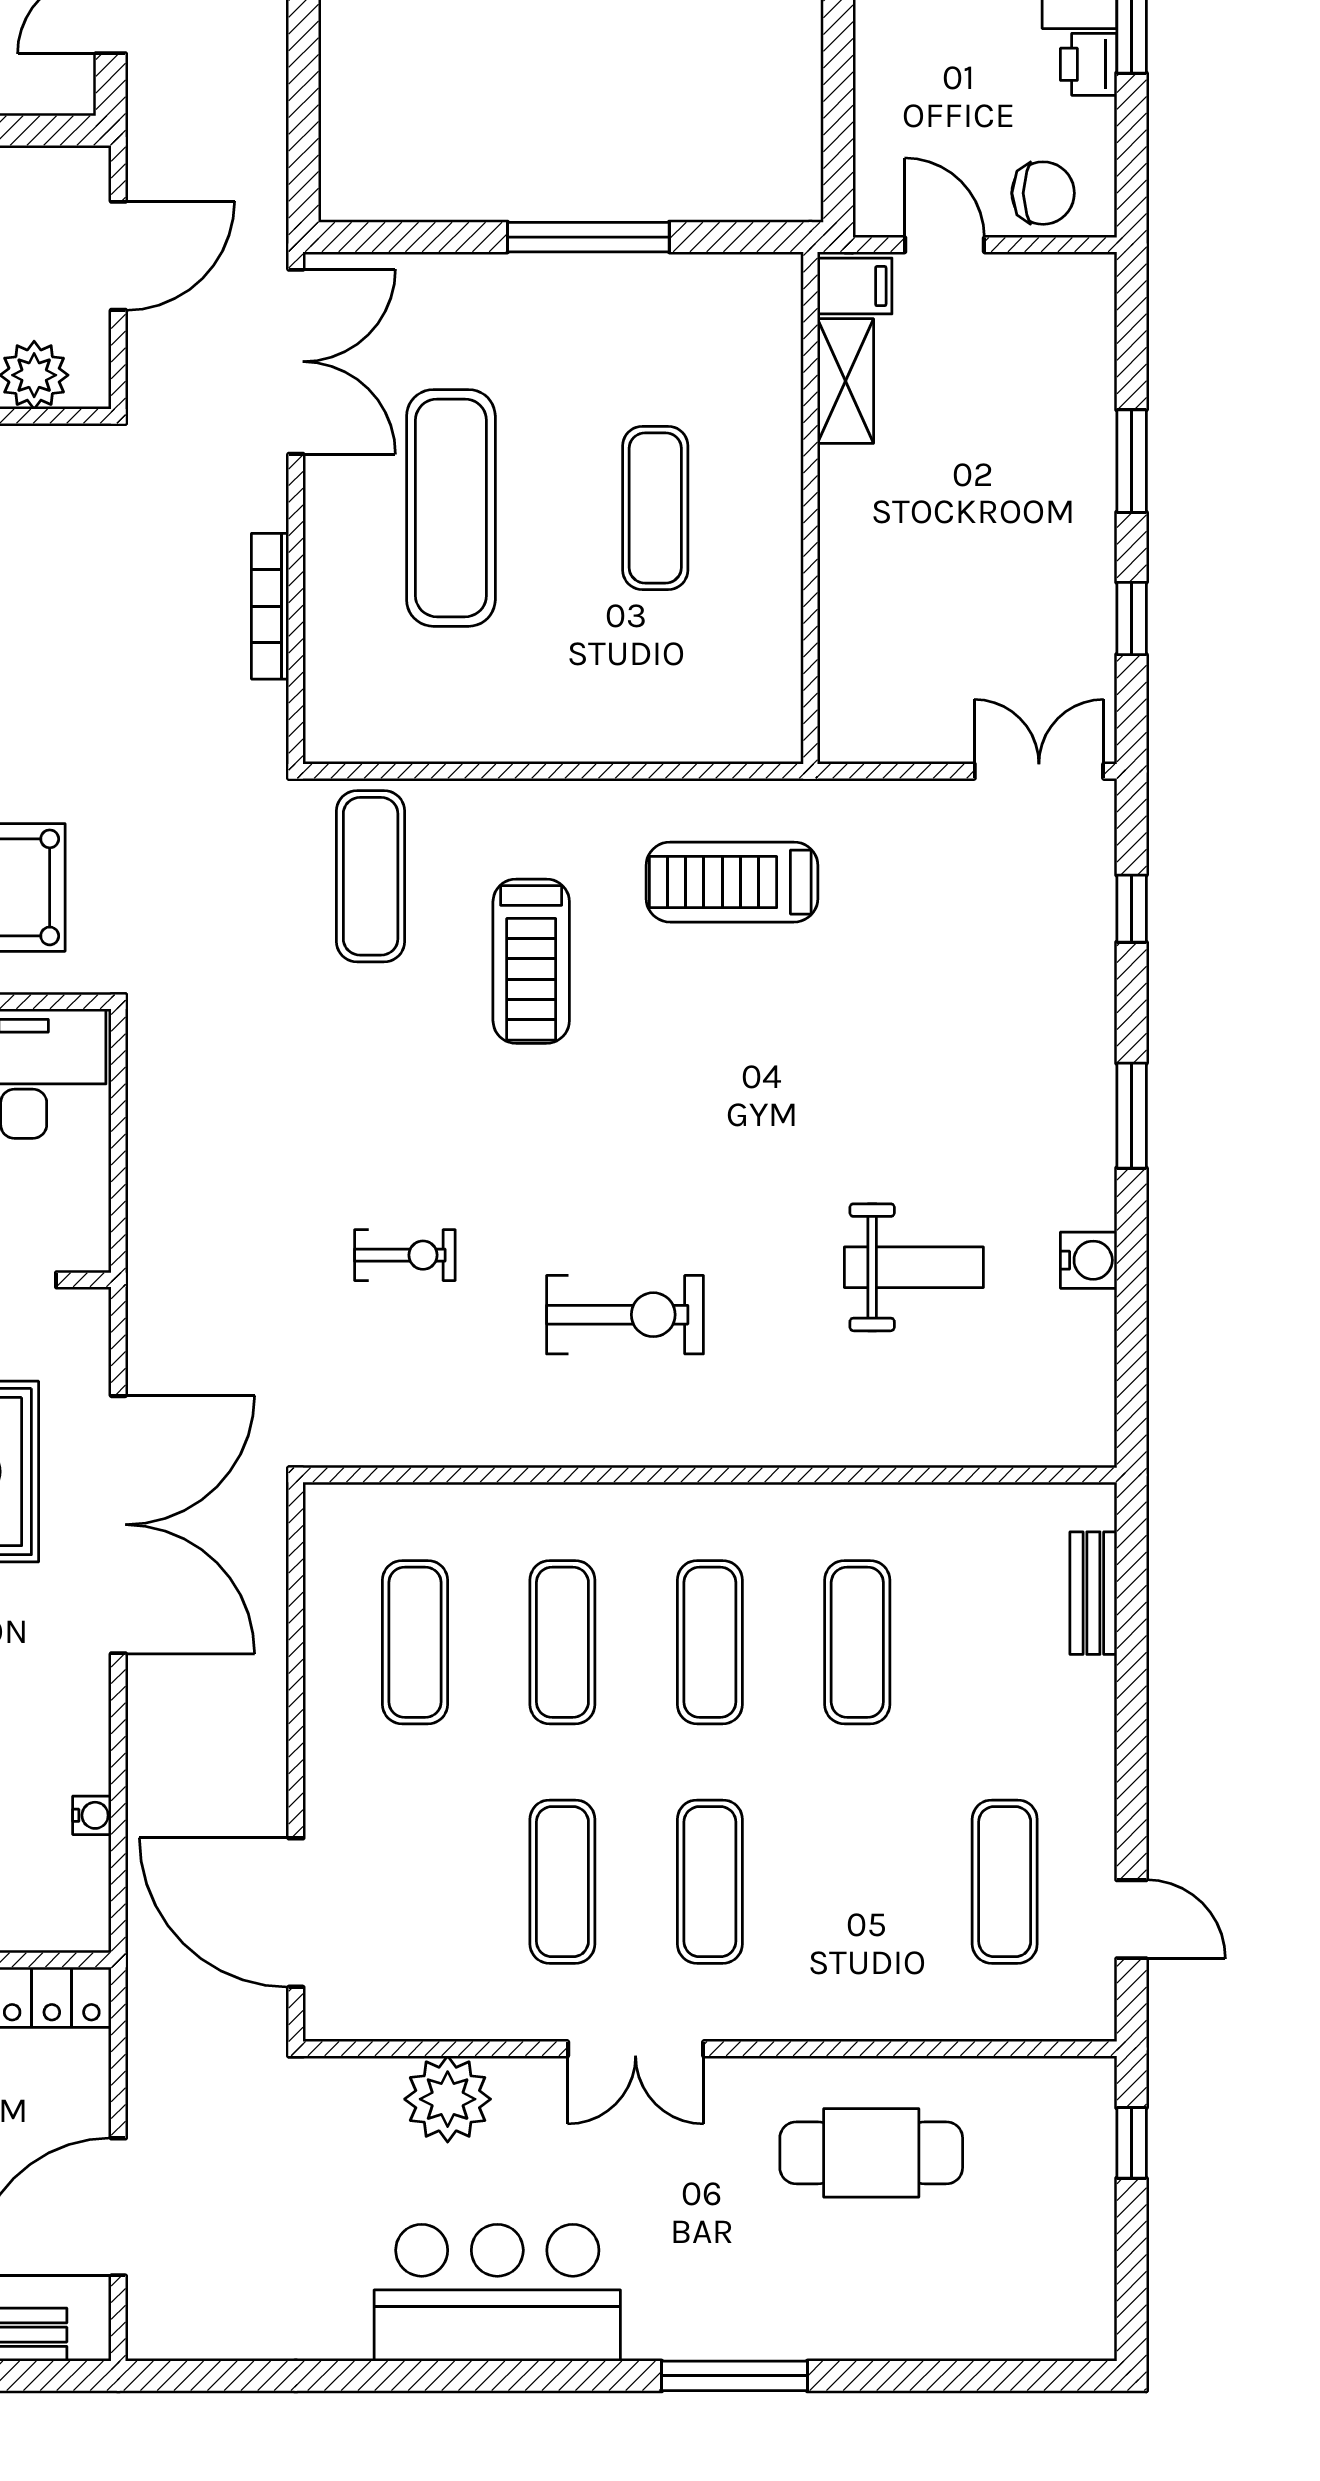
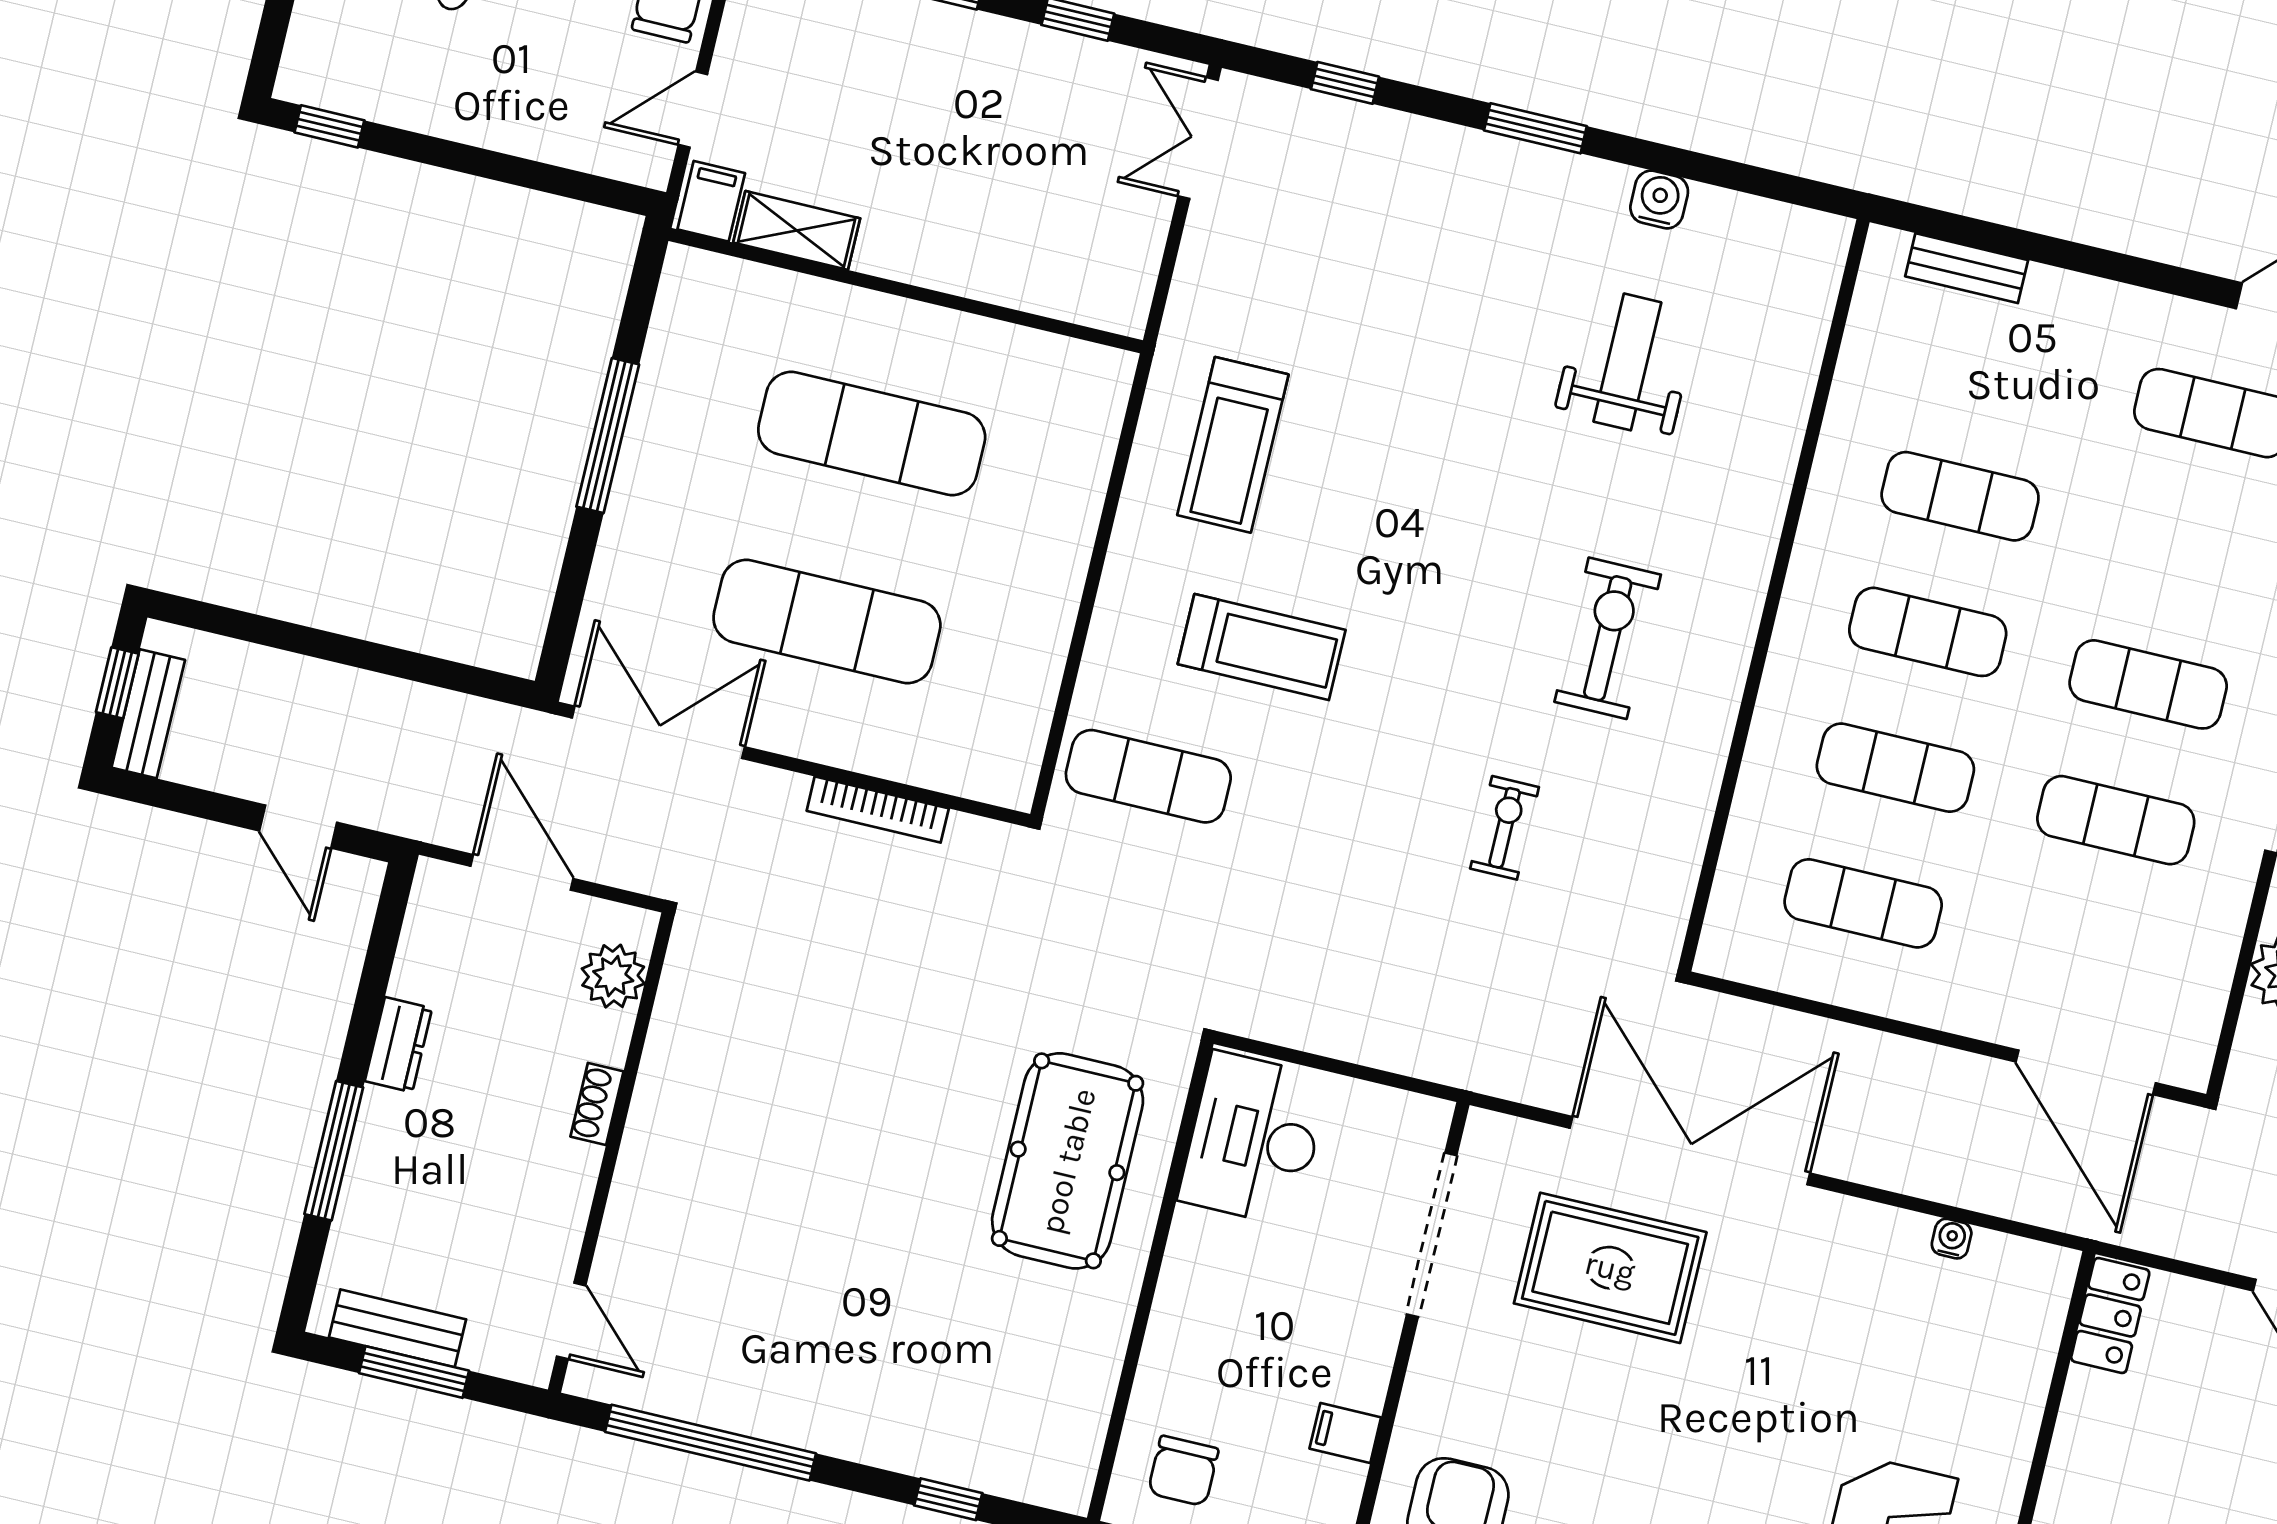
exercise mat: (655, 508) -> (872, 433), width x1.36, depth x1.45
door: (296, 1913) -> (2086, 1072), hinge flipped

